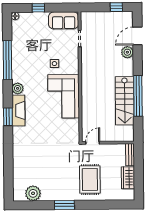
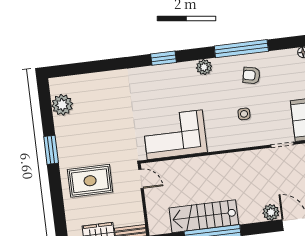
armchair: (27, 55) -> (251, 75), added
corner sofa: (64, 96) -> (175, 135), moved
fireplace: (18, 110) -> (174, 72), removed

